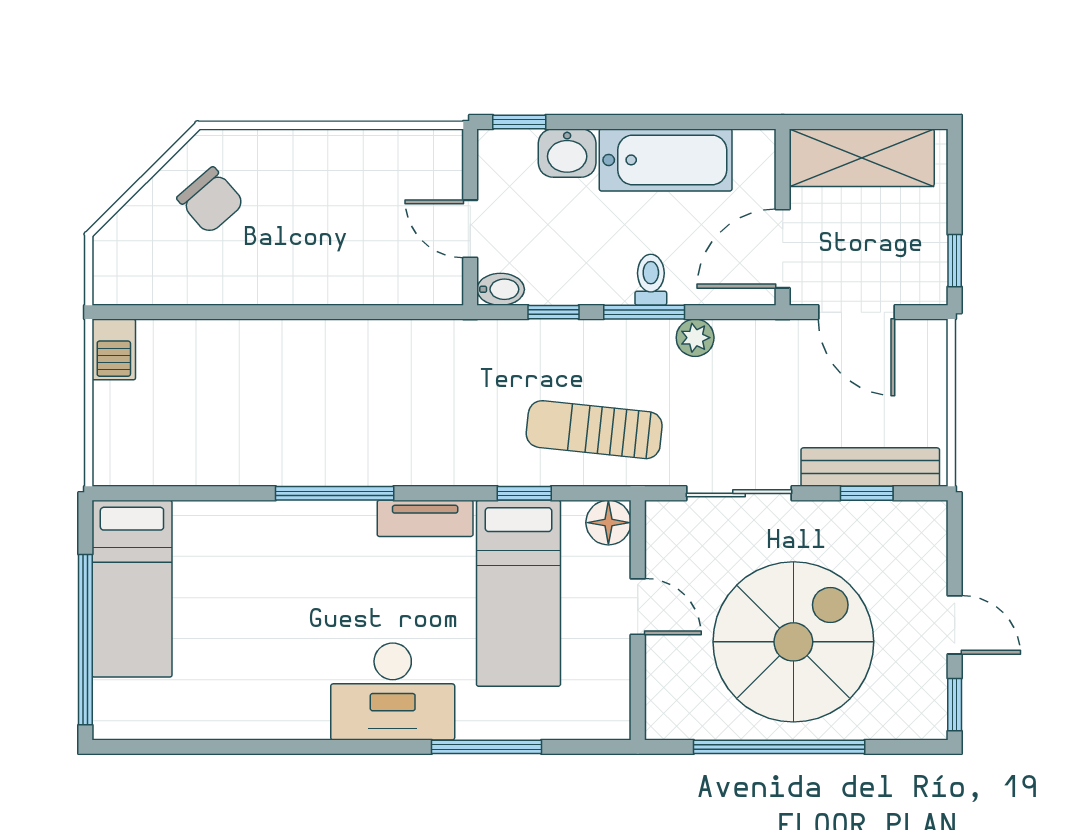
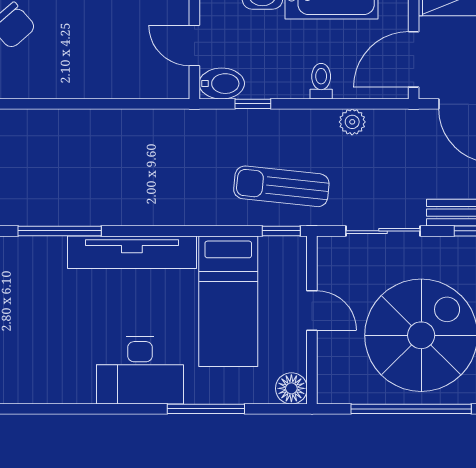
bidet: (501, 289) -> (222, 84), width x1.38, depth x1.36
window: (644, 312) -> (316, 104), removed
window: (335, 493) -> (60, 231), moved
window: (524, 493) -> (281, 231), moved
tv unit: (425, 518) -> (132, 252), width x1.92, depth x1.29
floor lamp: (608, 523) -> (291, 388), moved

